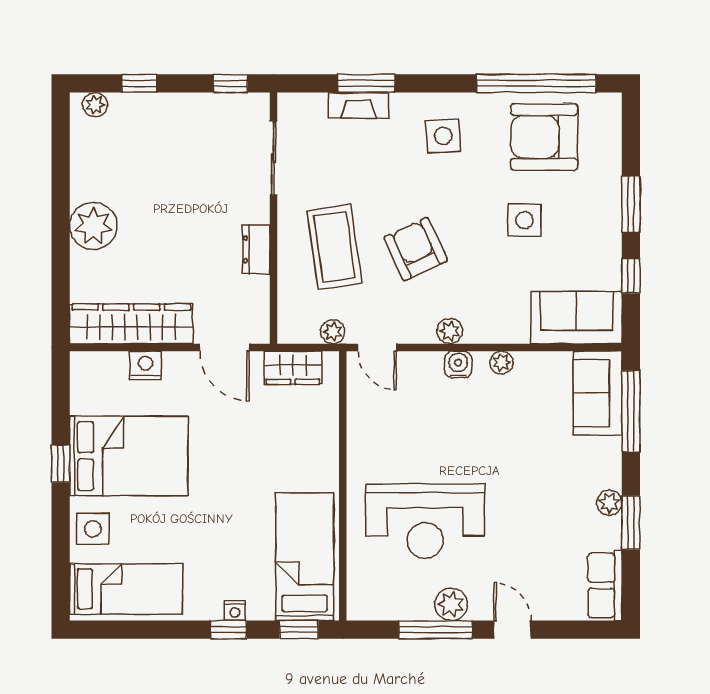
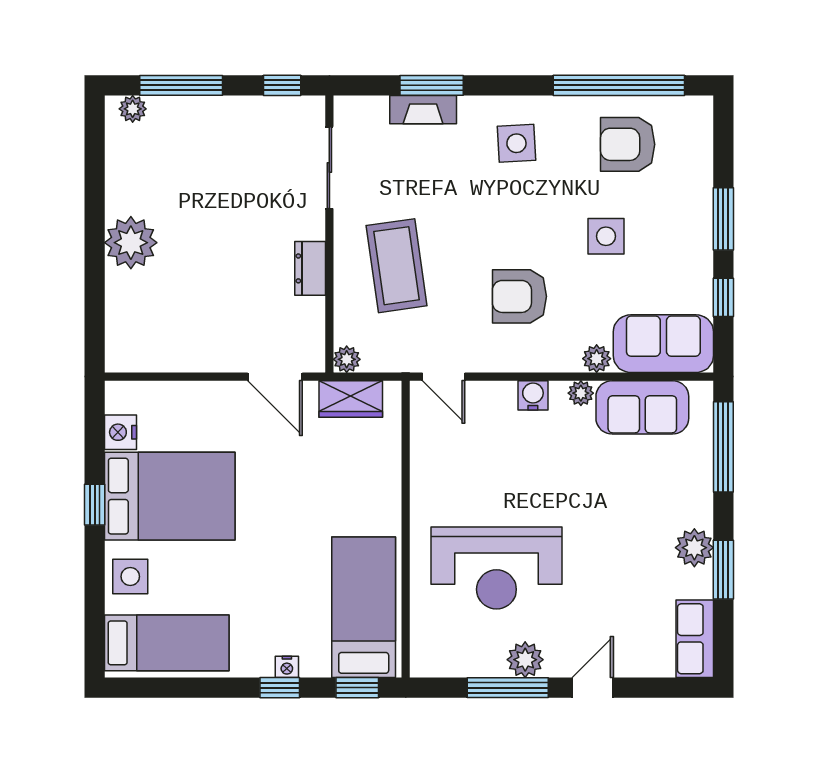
window: (139, 83) -> (181, 85), width x2.17
armchair: (544, 137) -> (628, 144), width x0.73, depth x0.73
armchair: (416, 249) -> (519, 296), moved, turned -65
wardrobe: (131, 324) -> (173, 351), removed
plant: (450, 331) -> (597, 359), moved
plant: (333, 332) -> (347, 359), moved
nightstand: (145, 366) -> (121, 432), moved, turned -90
sofa: (598, 393) -> (642, 407), moved, turned -90
plant: (609, 503) -> (694, 548), width x1.38, depth x1.38
door: (512, 630) -> (593, 688), hinge flipped

